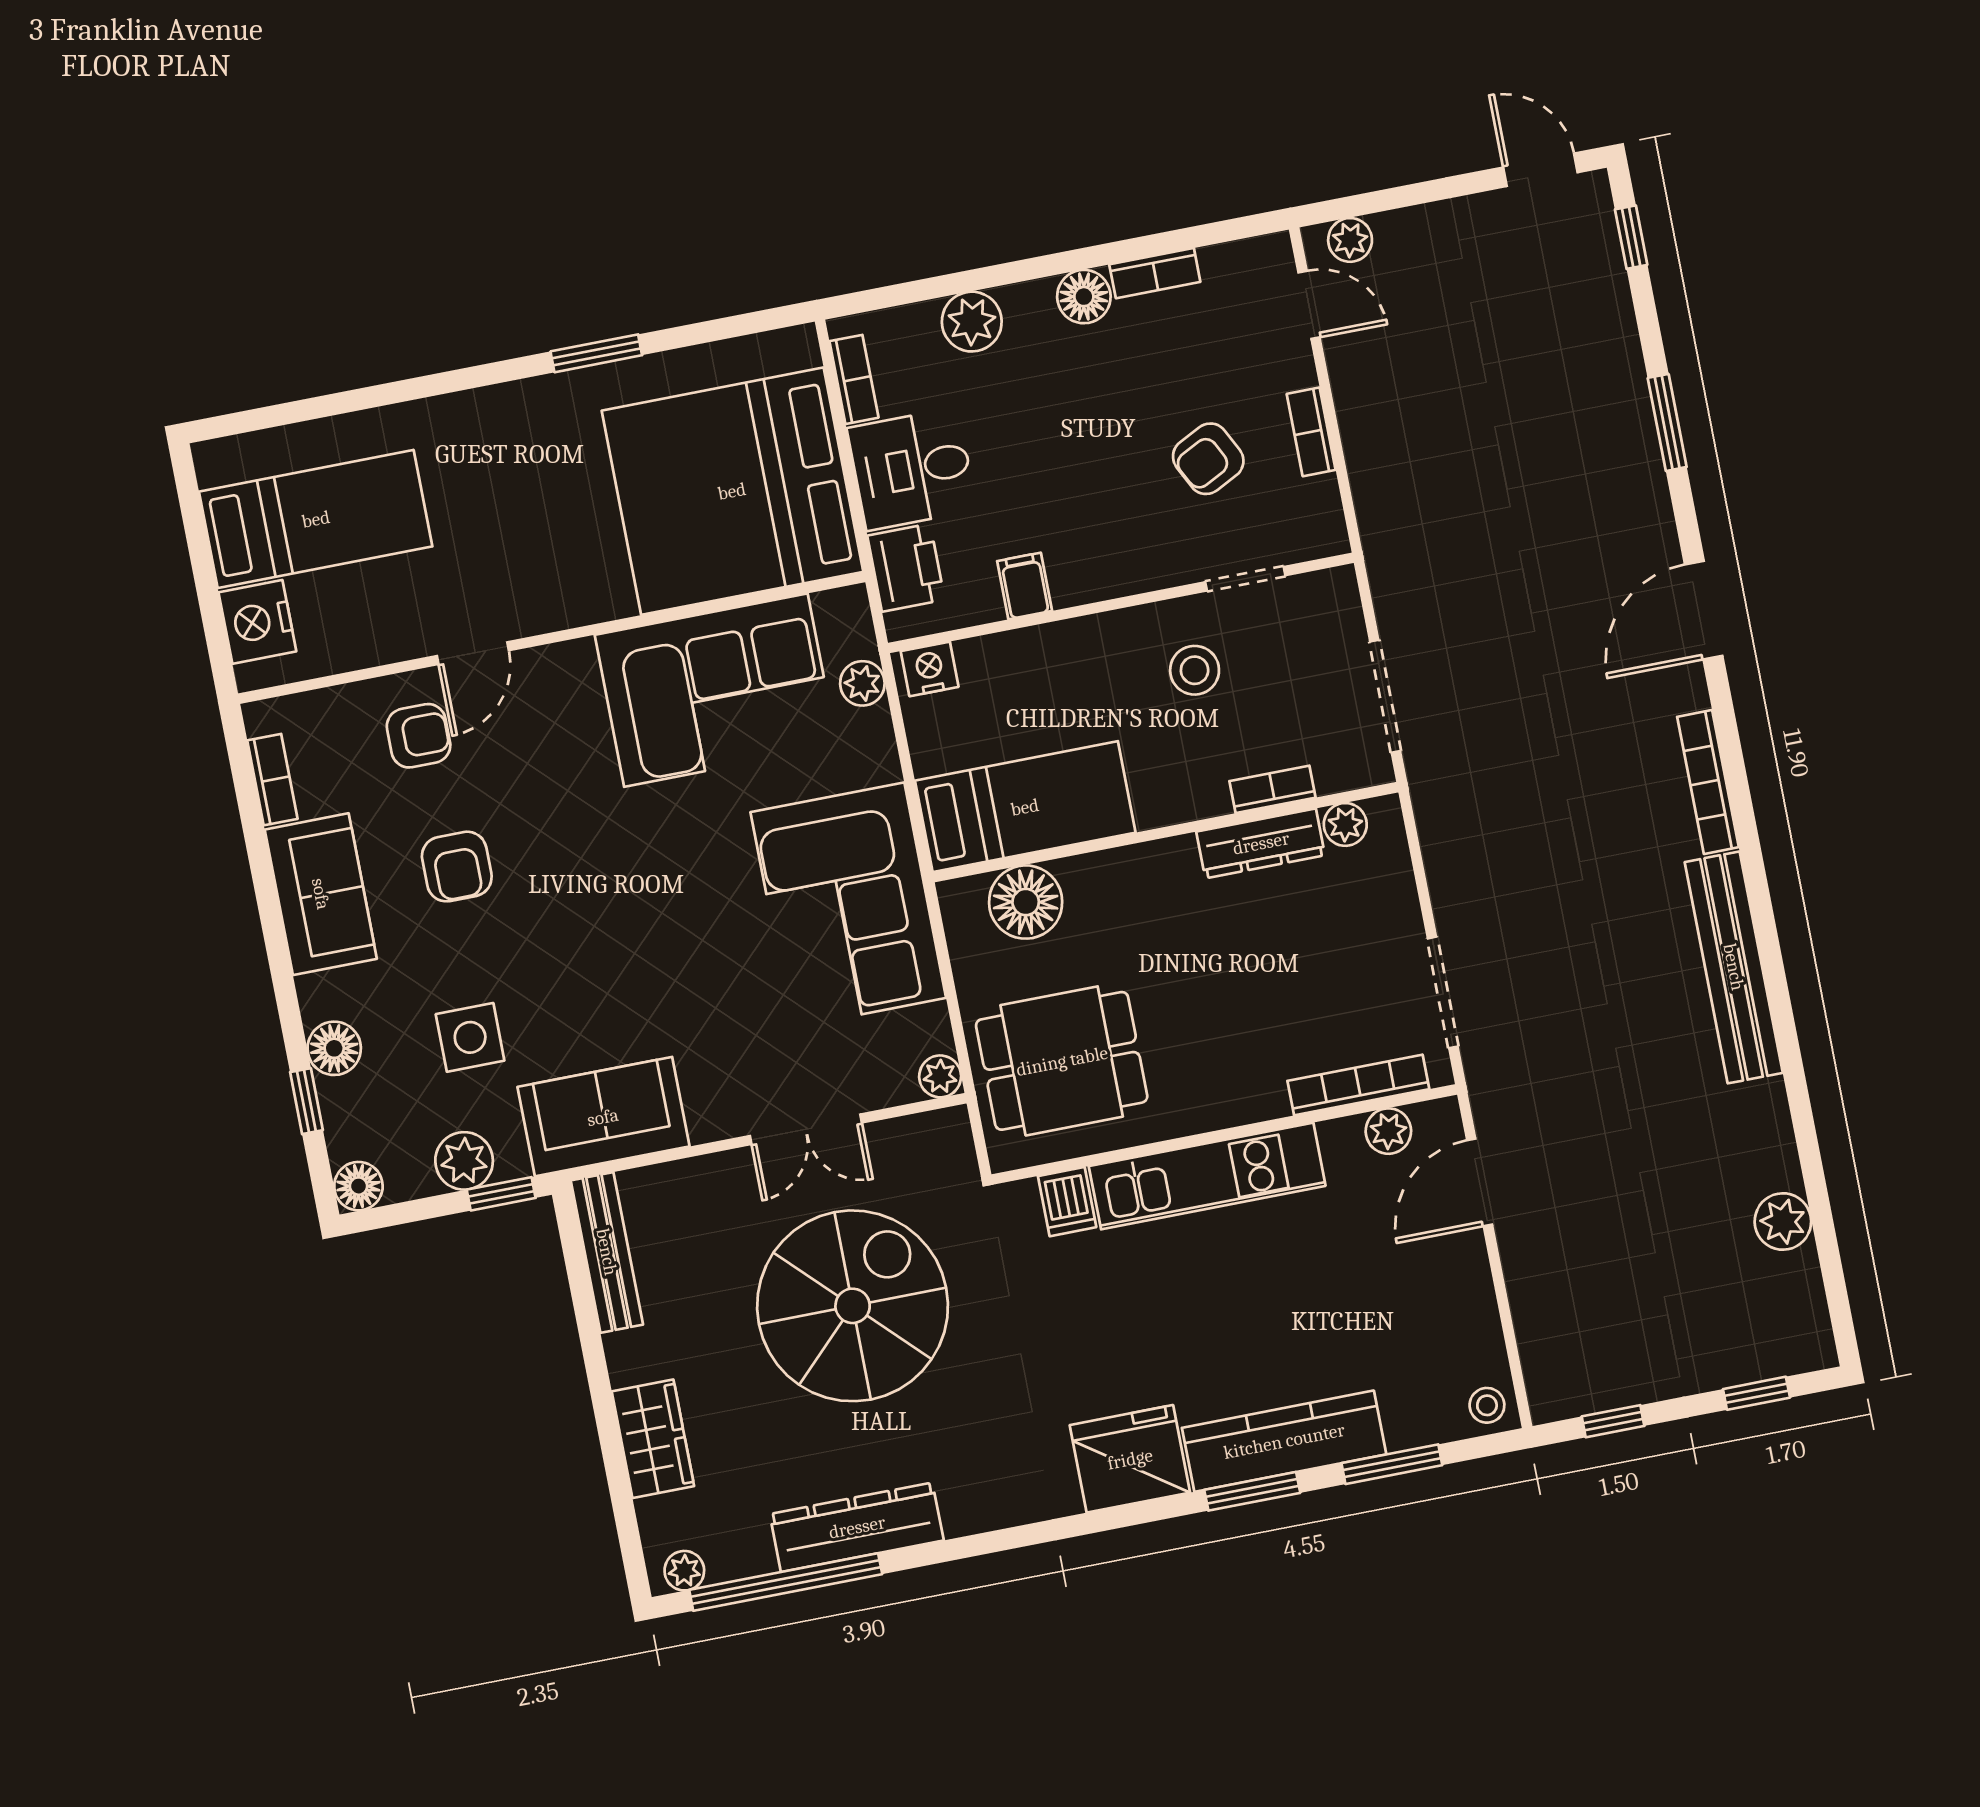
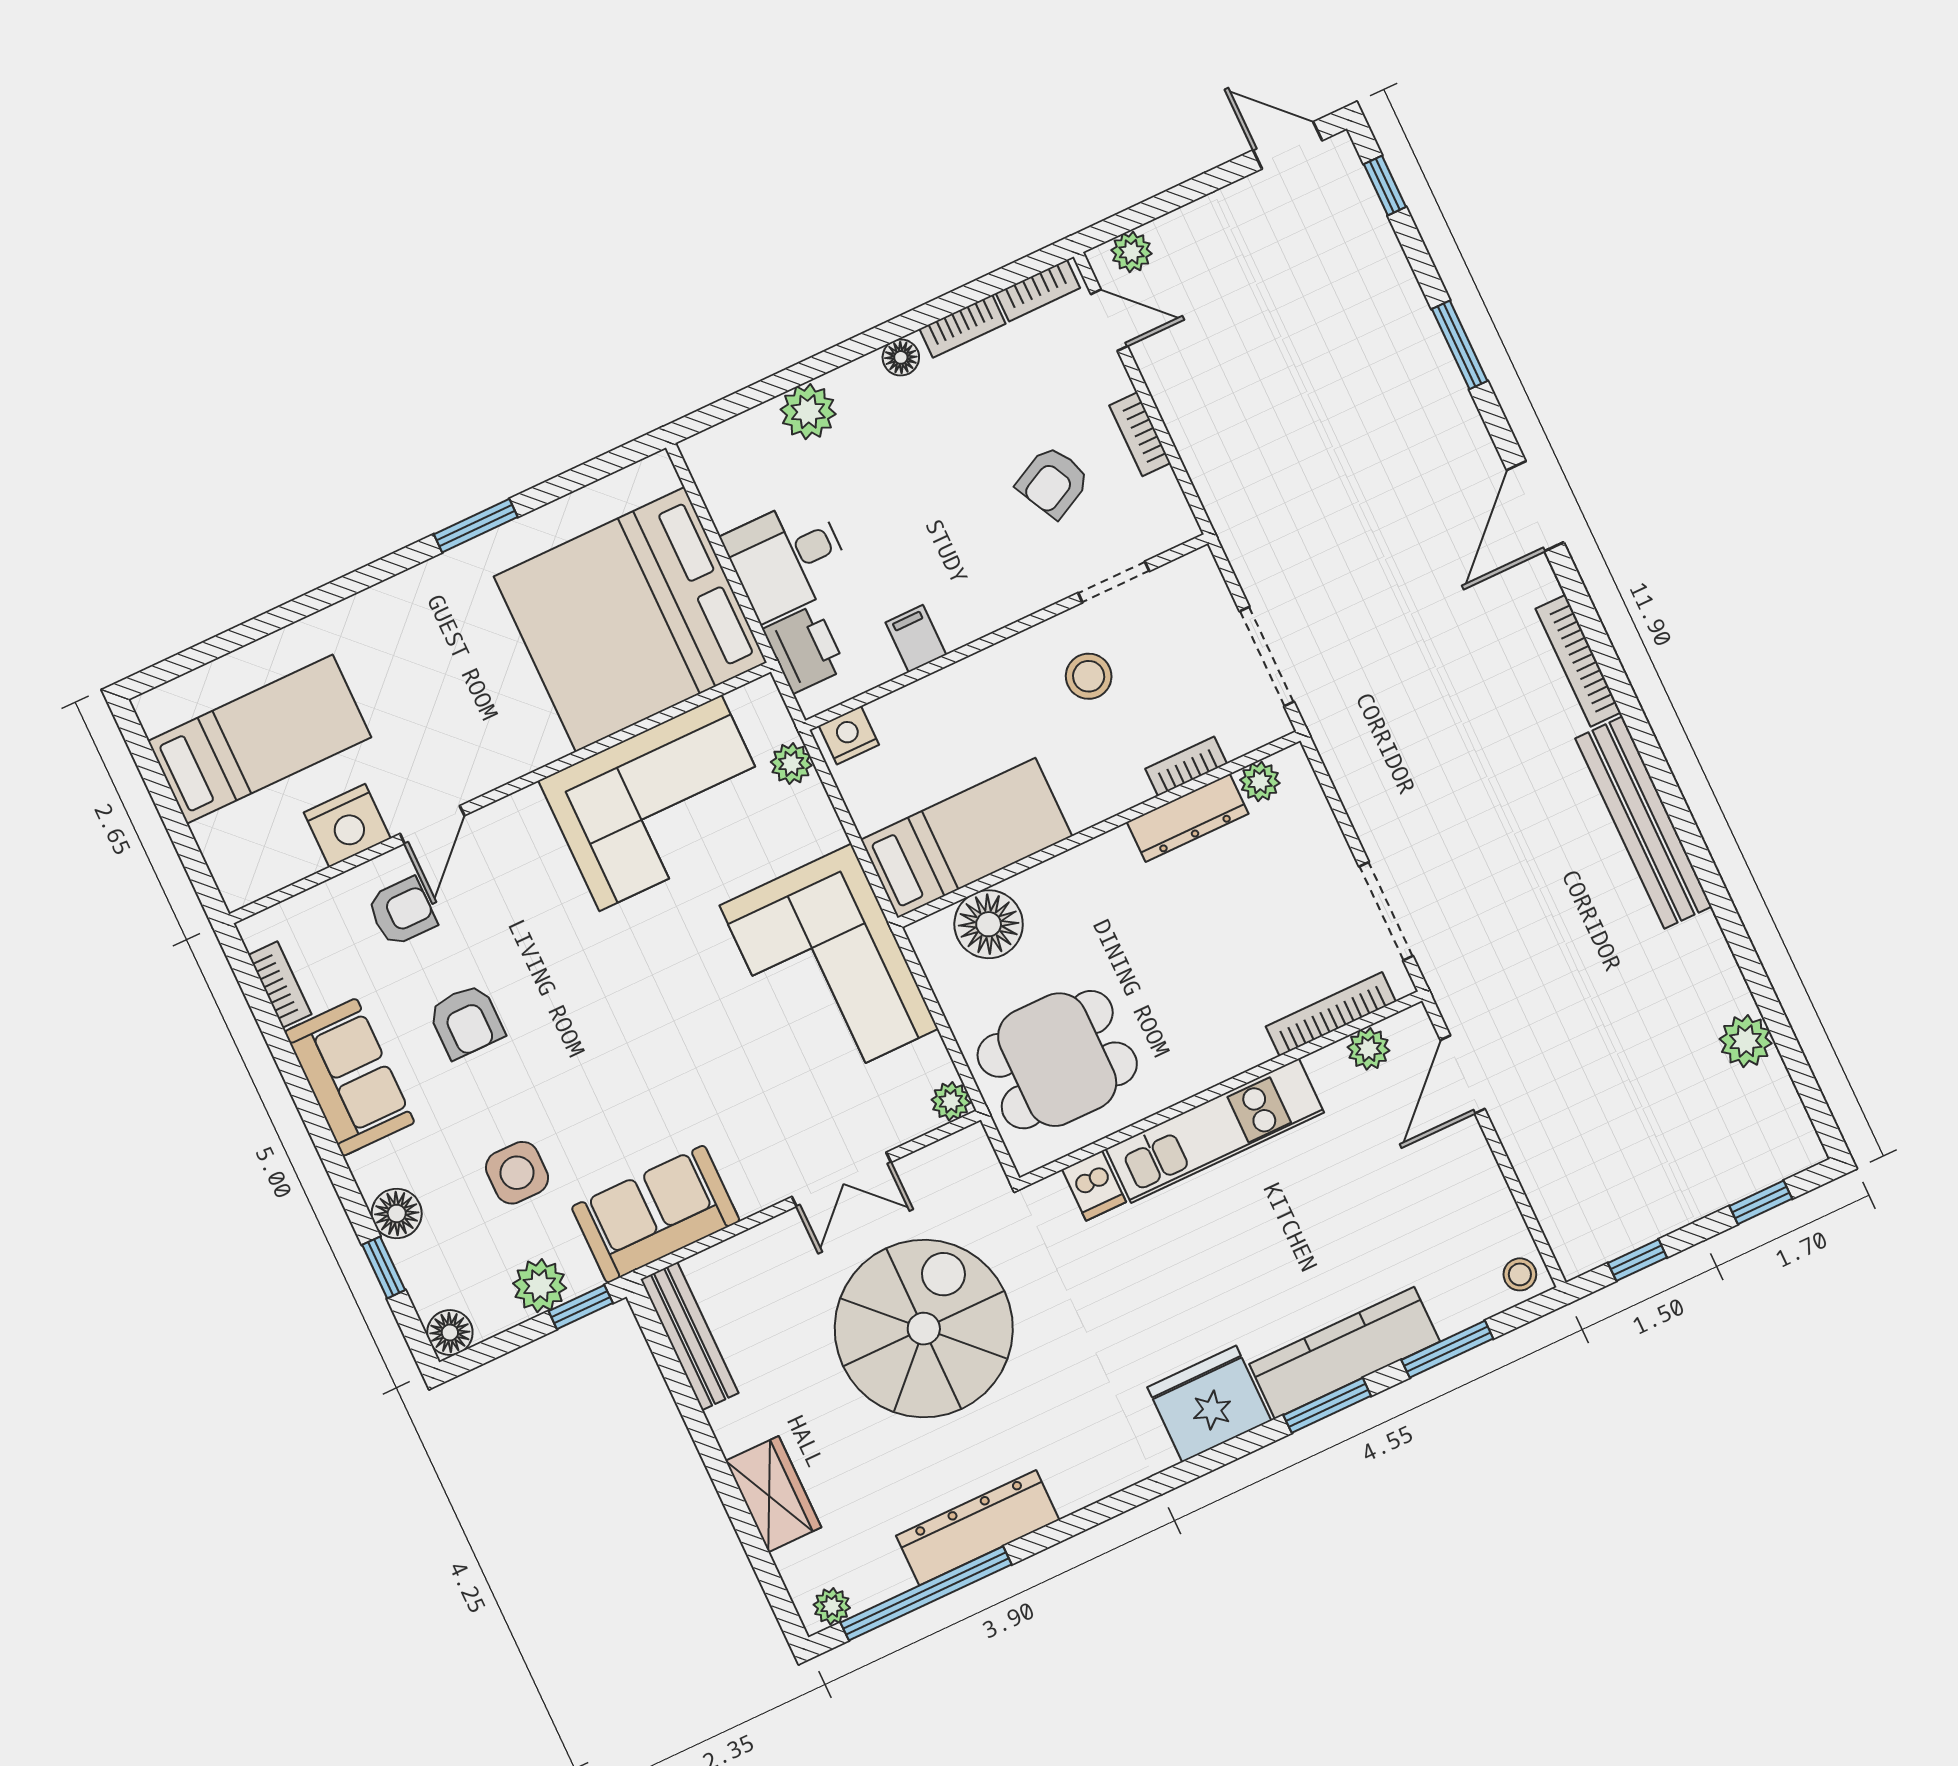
floor lamp: (1084, 297) -> (901, 357), width x0.73, depth x0.73
bookcase: (854, 379) -> (1038, 291), moved, turned 90
nightstand: (257, 622) -> (347, 825), moved, turned -90

